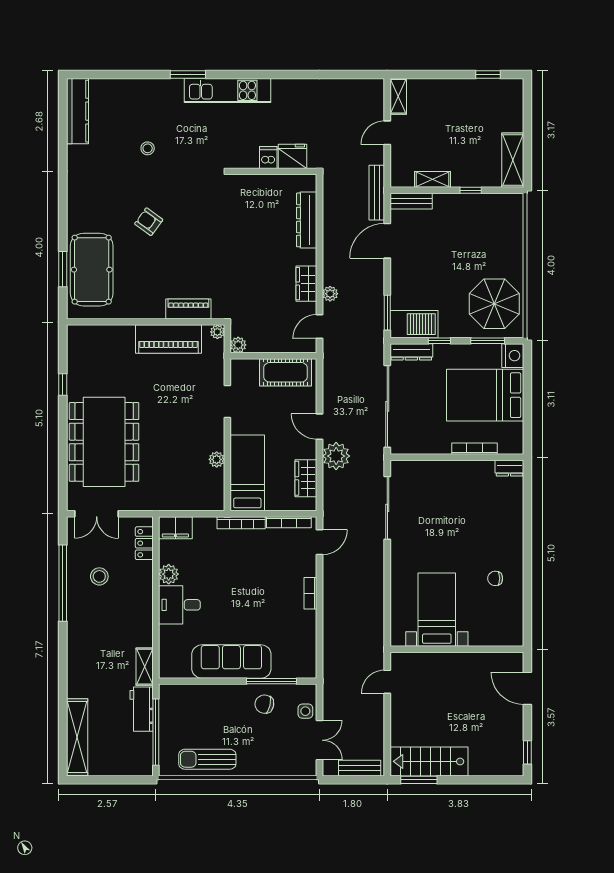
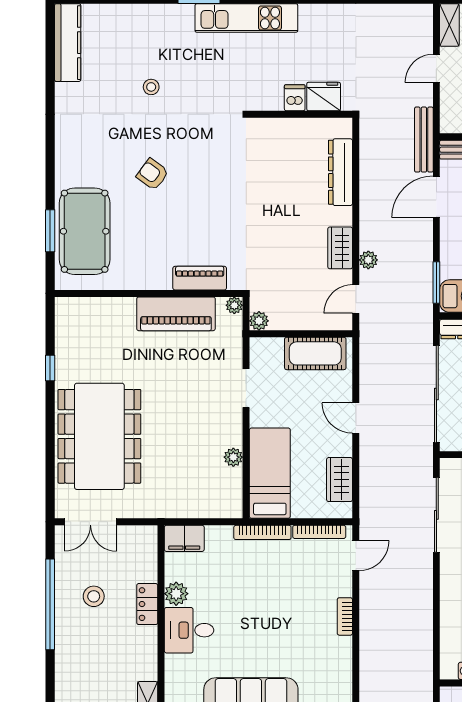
plant: (336, 456) -> (376, 453), removed
locker: (144, 543) -> (147, 604), moved

